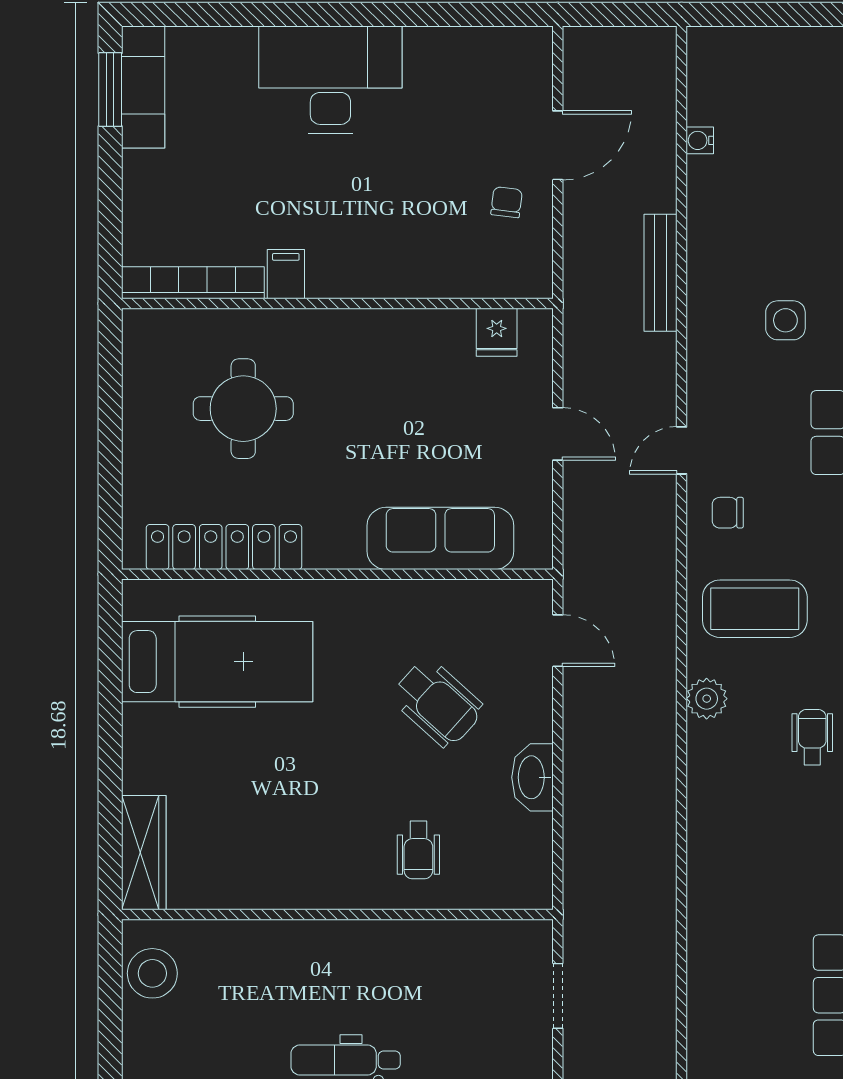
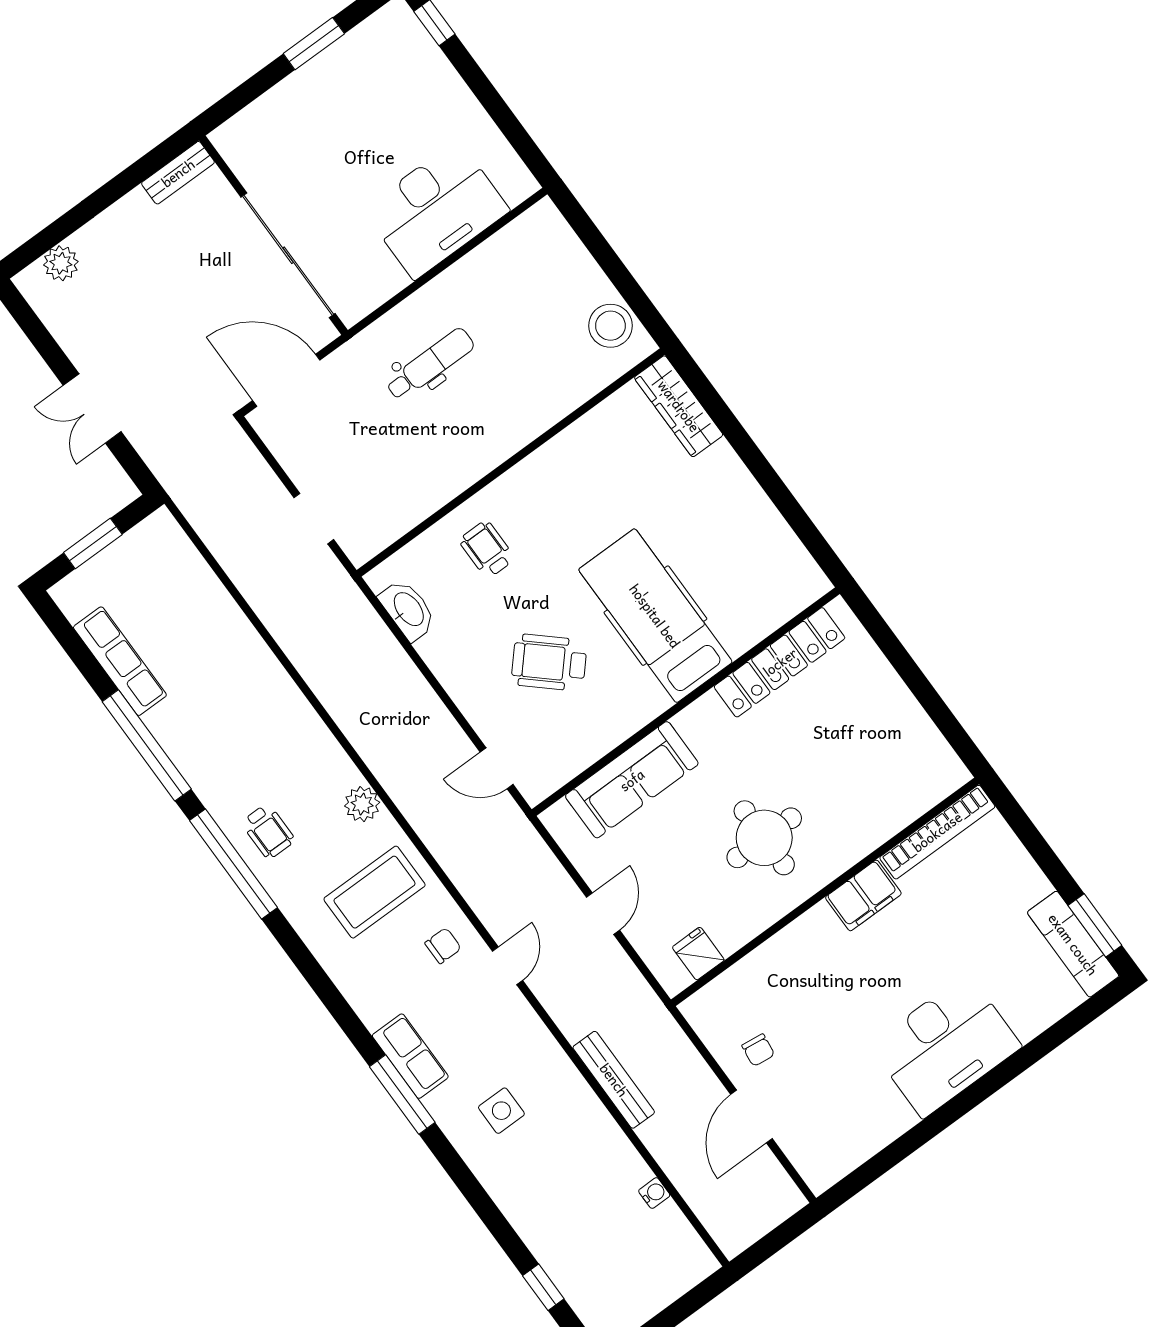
filing cabinet: (286, 274) -> (863, 895), width x2.00
round table: (243, 409) -> (764, 838), moved
door: (558, 434) -> (603, 914), swing flipped
hospital bed: (217, 662) -> (655, 616), moved, turned 90
washbasin: (533, 777) -> (408, 610), moved

